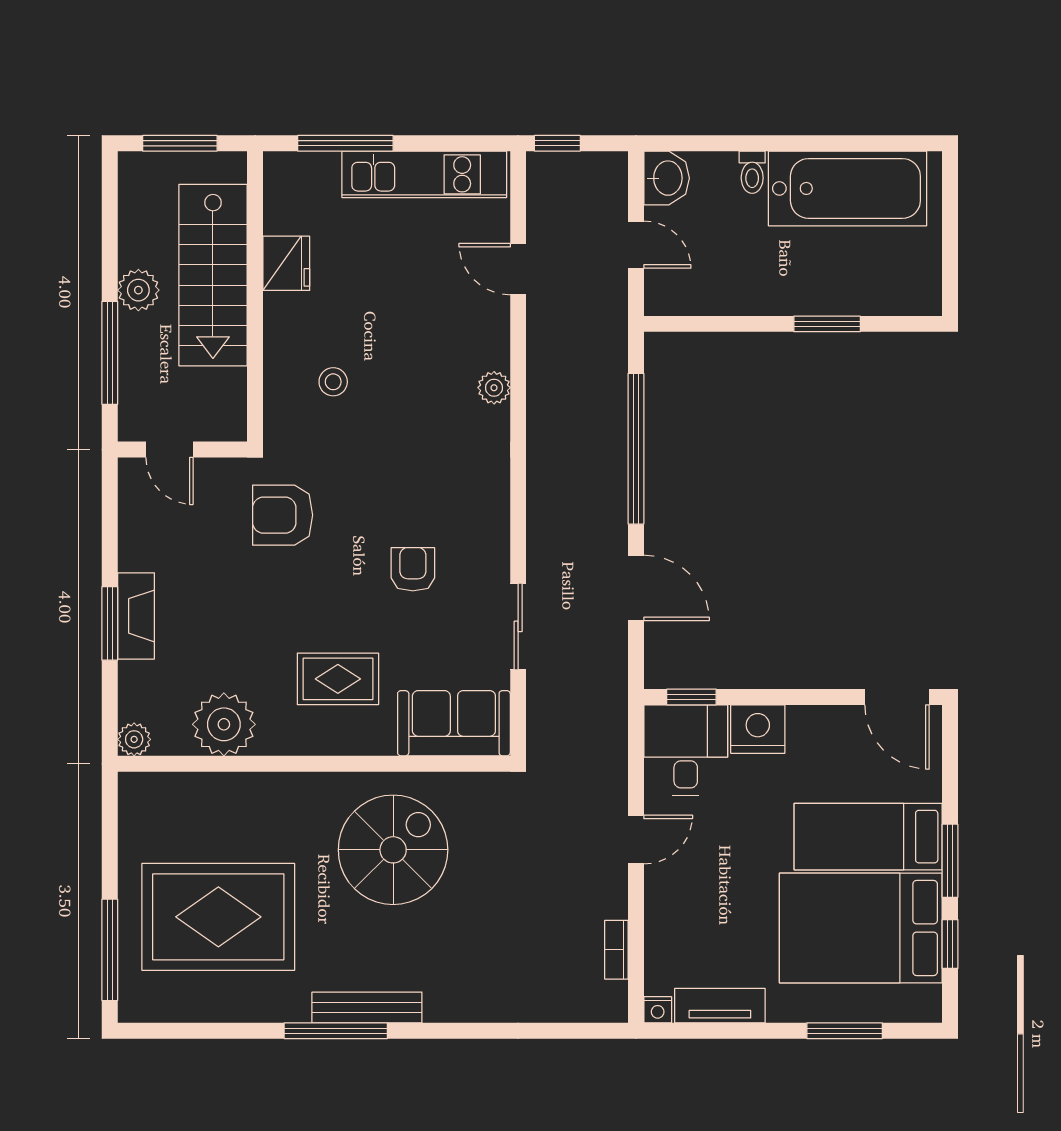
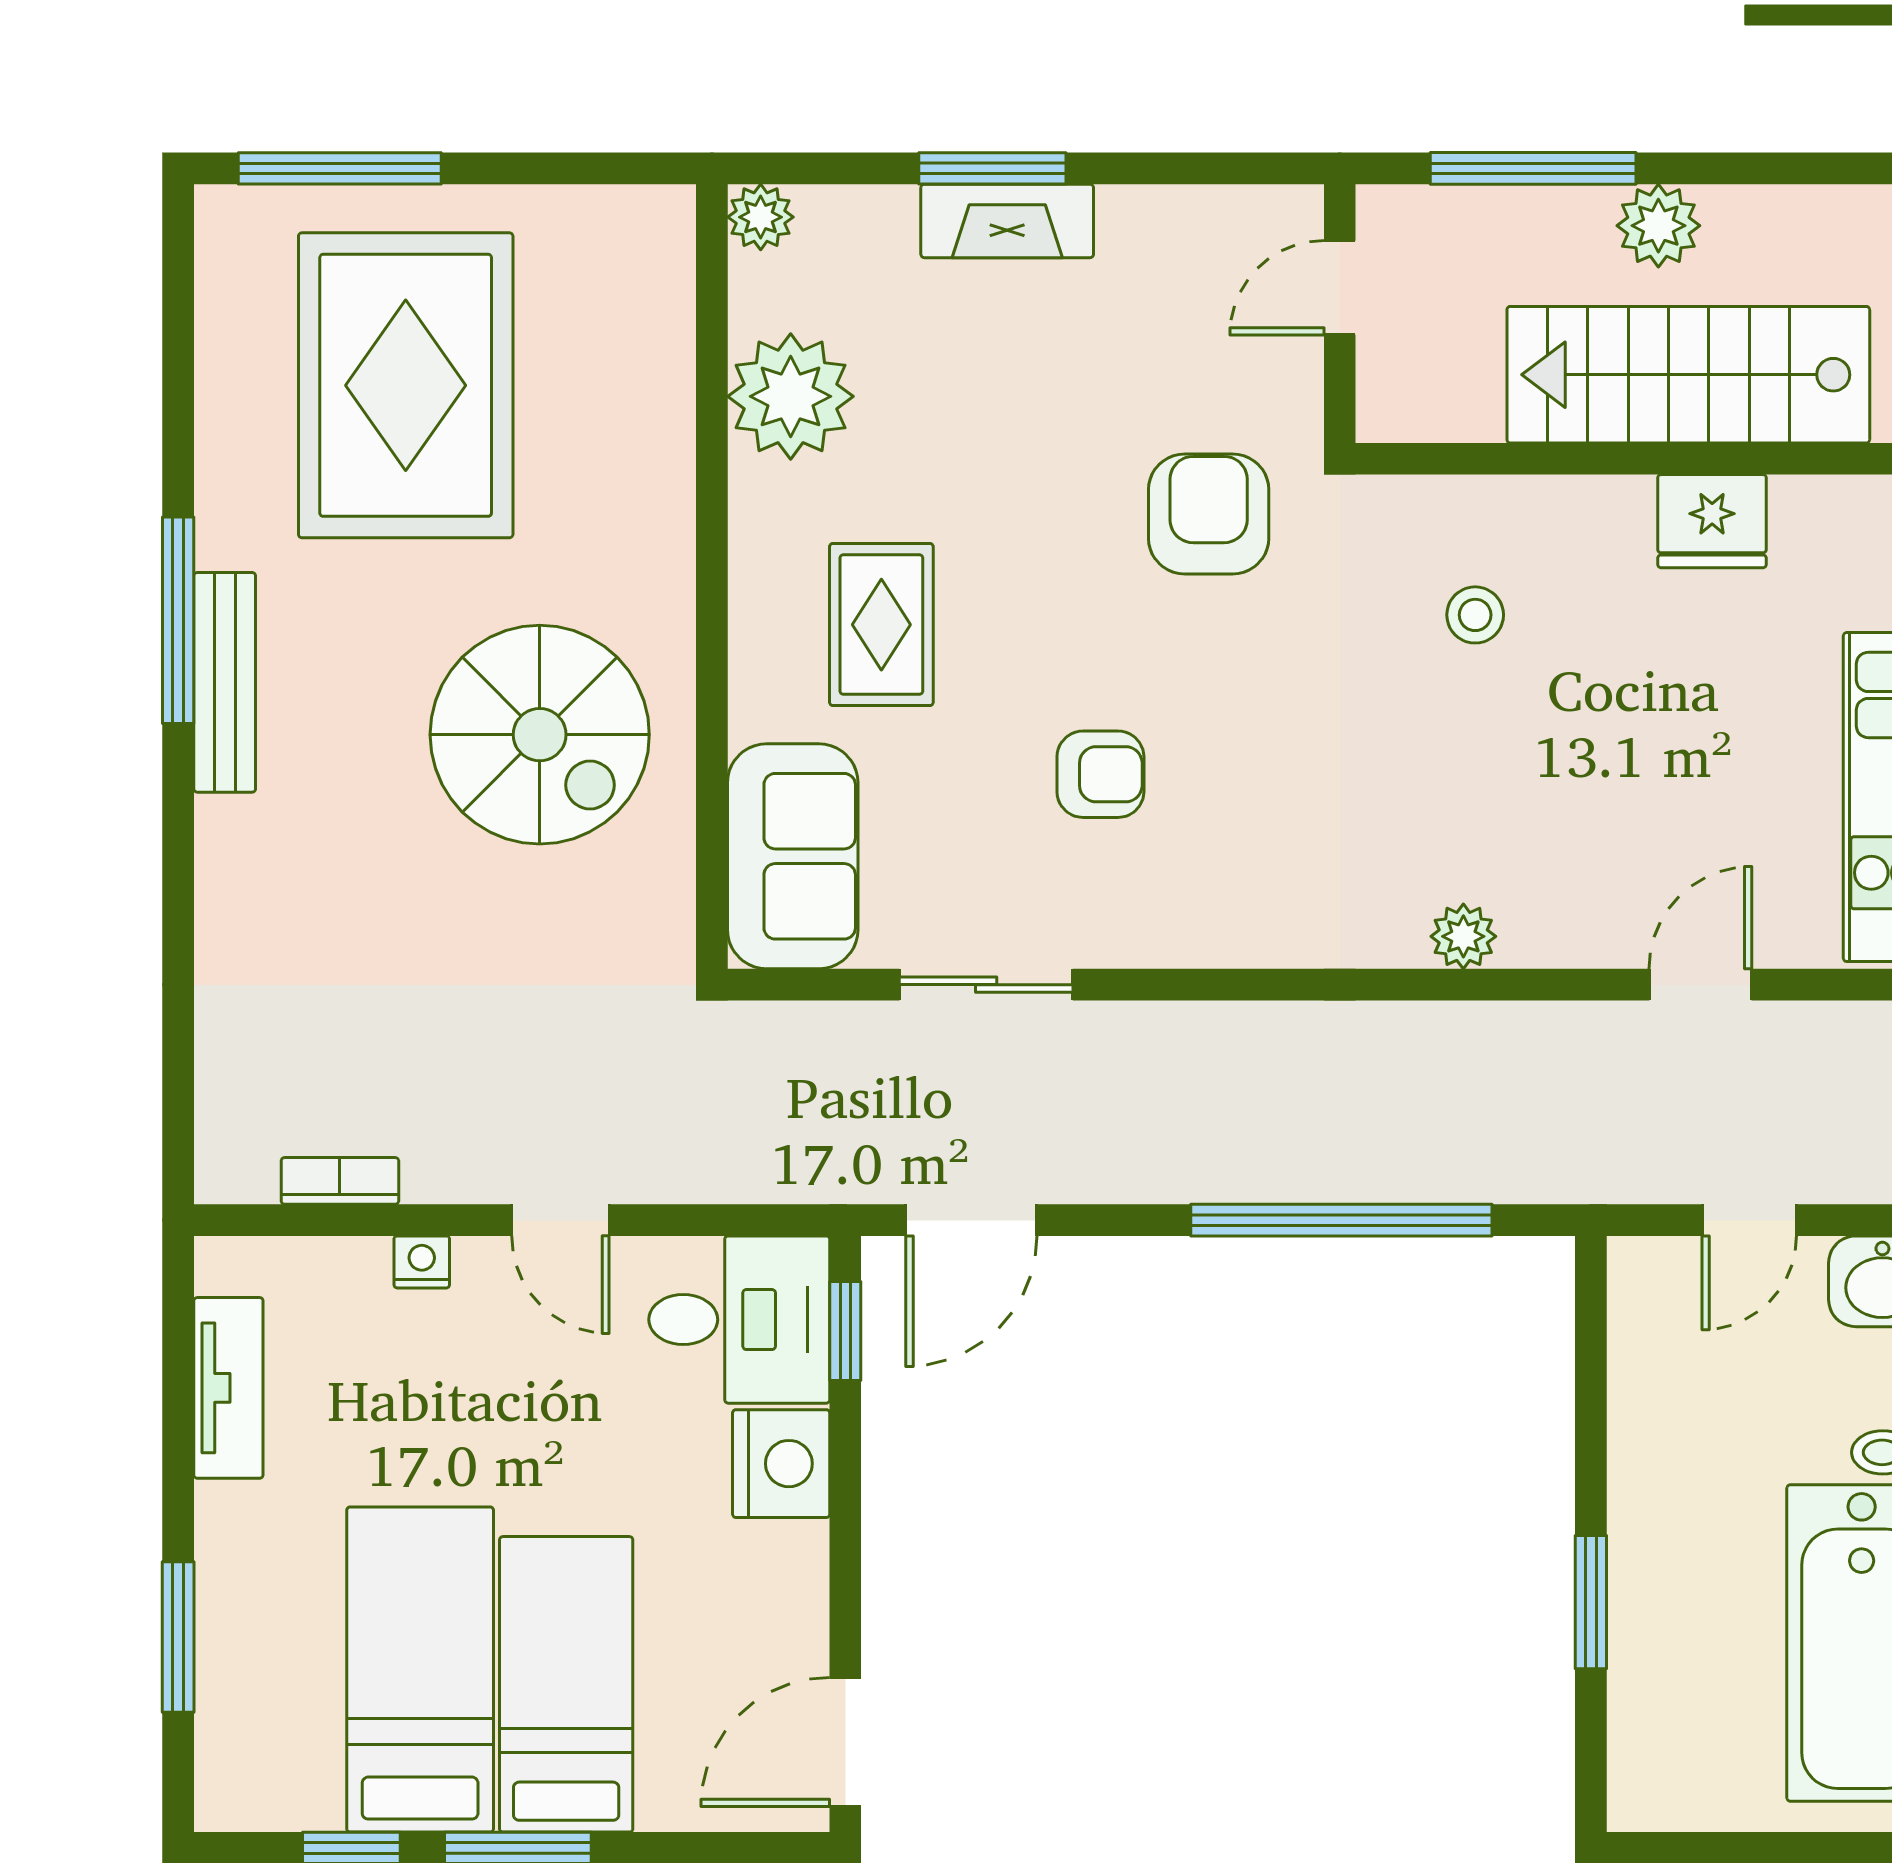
door: (636, 588) -> (971, 1220), moved
bed: (861, 928) -> (420, 1670), width x0.67
nightstand: (658, 1010) -> (422, 1262), moved, turned 90

